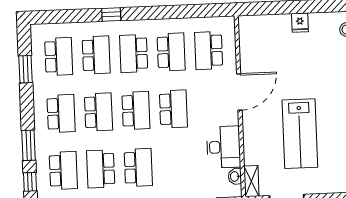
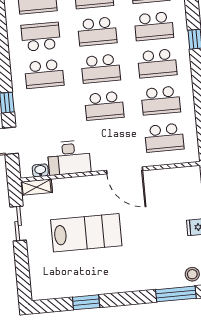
school desk: (209, 50) -> (164, 138), turned 180
school desk: (134, 53) -> (157, 63), turned 180
lab bench: (300, 134) -> (86, 233), turned 180

